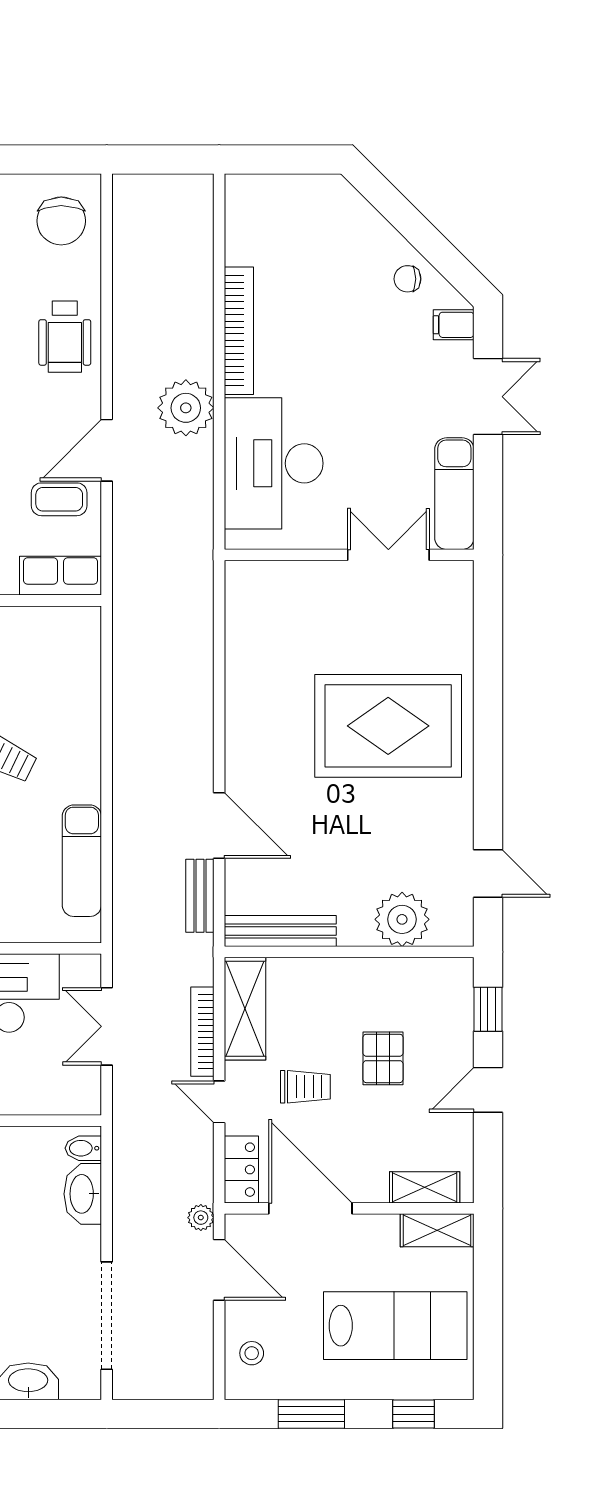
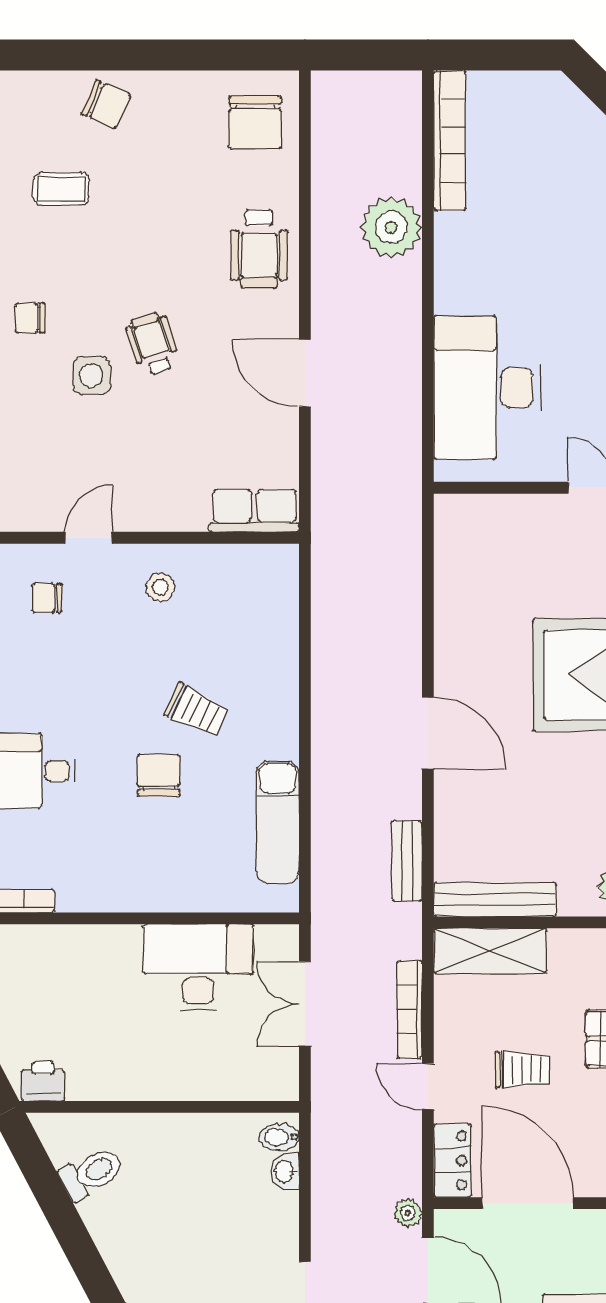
bookcase: (239, 331) -> (450, 140), moved
plant: (186, 408) -> (391, 227), moved
door: (107, 450) -> (305, 373), hinge flipped
coffee table: (59, 499) -> (253, 427), removed
door: (219, 825) -> (428, 733), moved
shelving: (245, 1009) -> (490, 951), moved, turned 90
washbasin: (83, 1194) -> (285, 1171), width x0.52, depth x0.69

